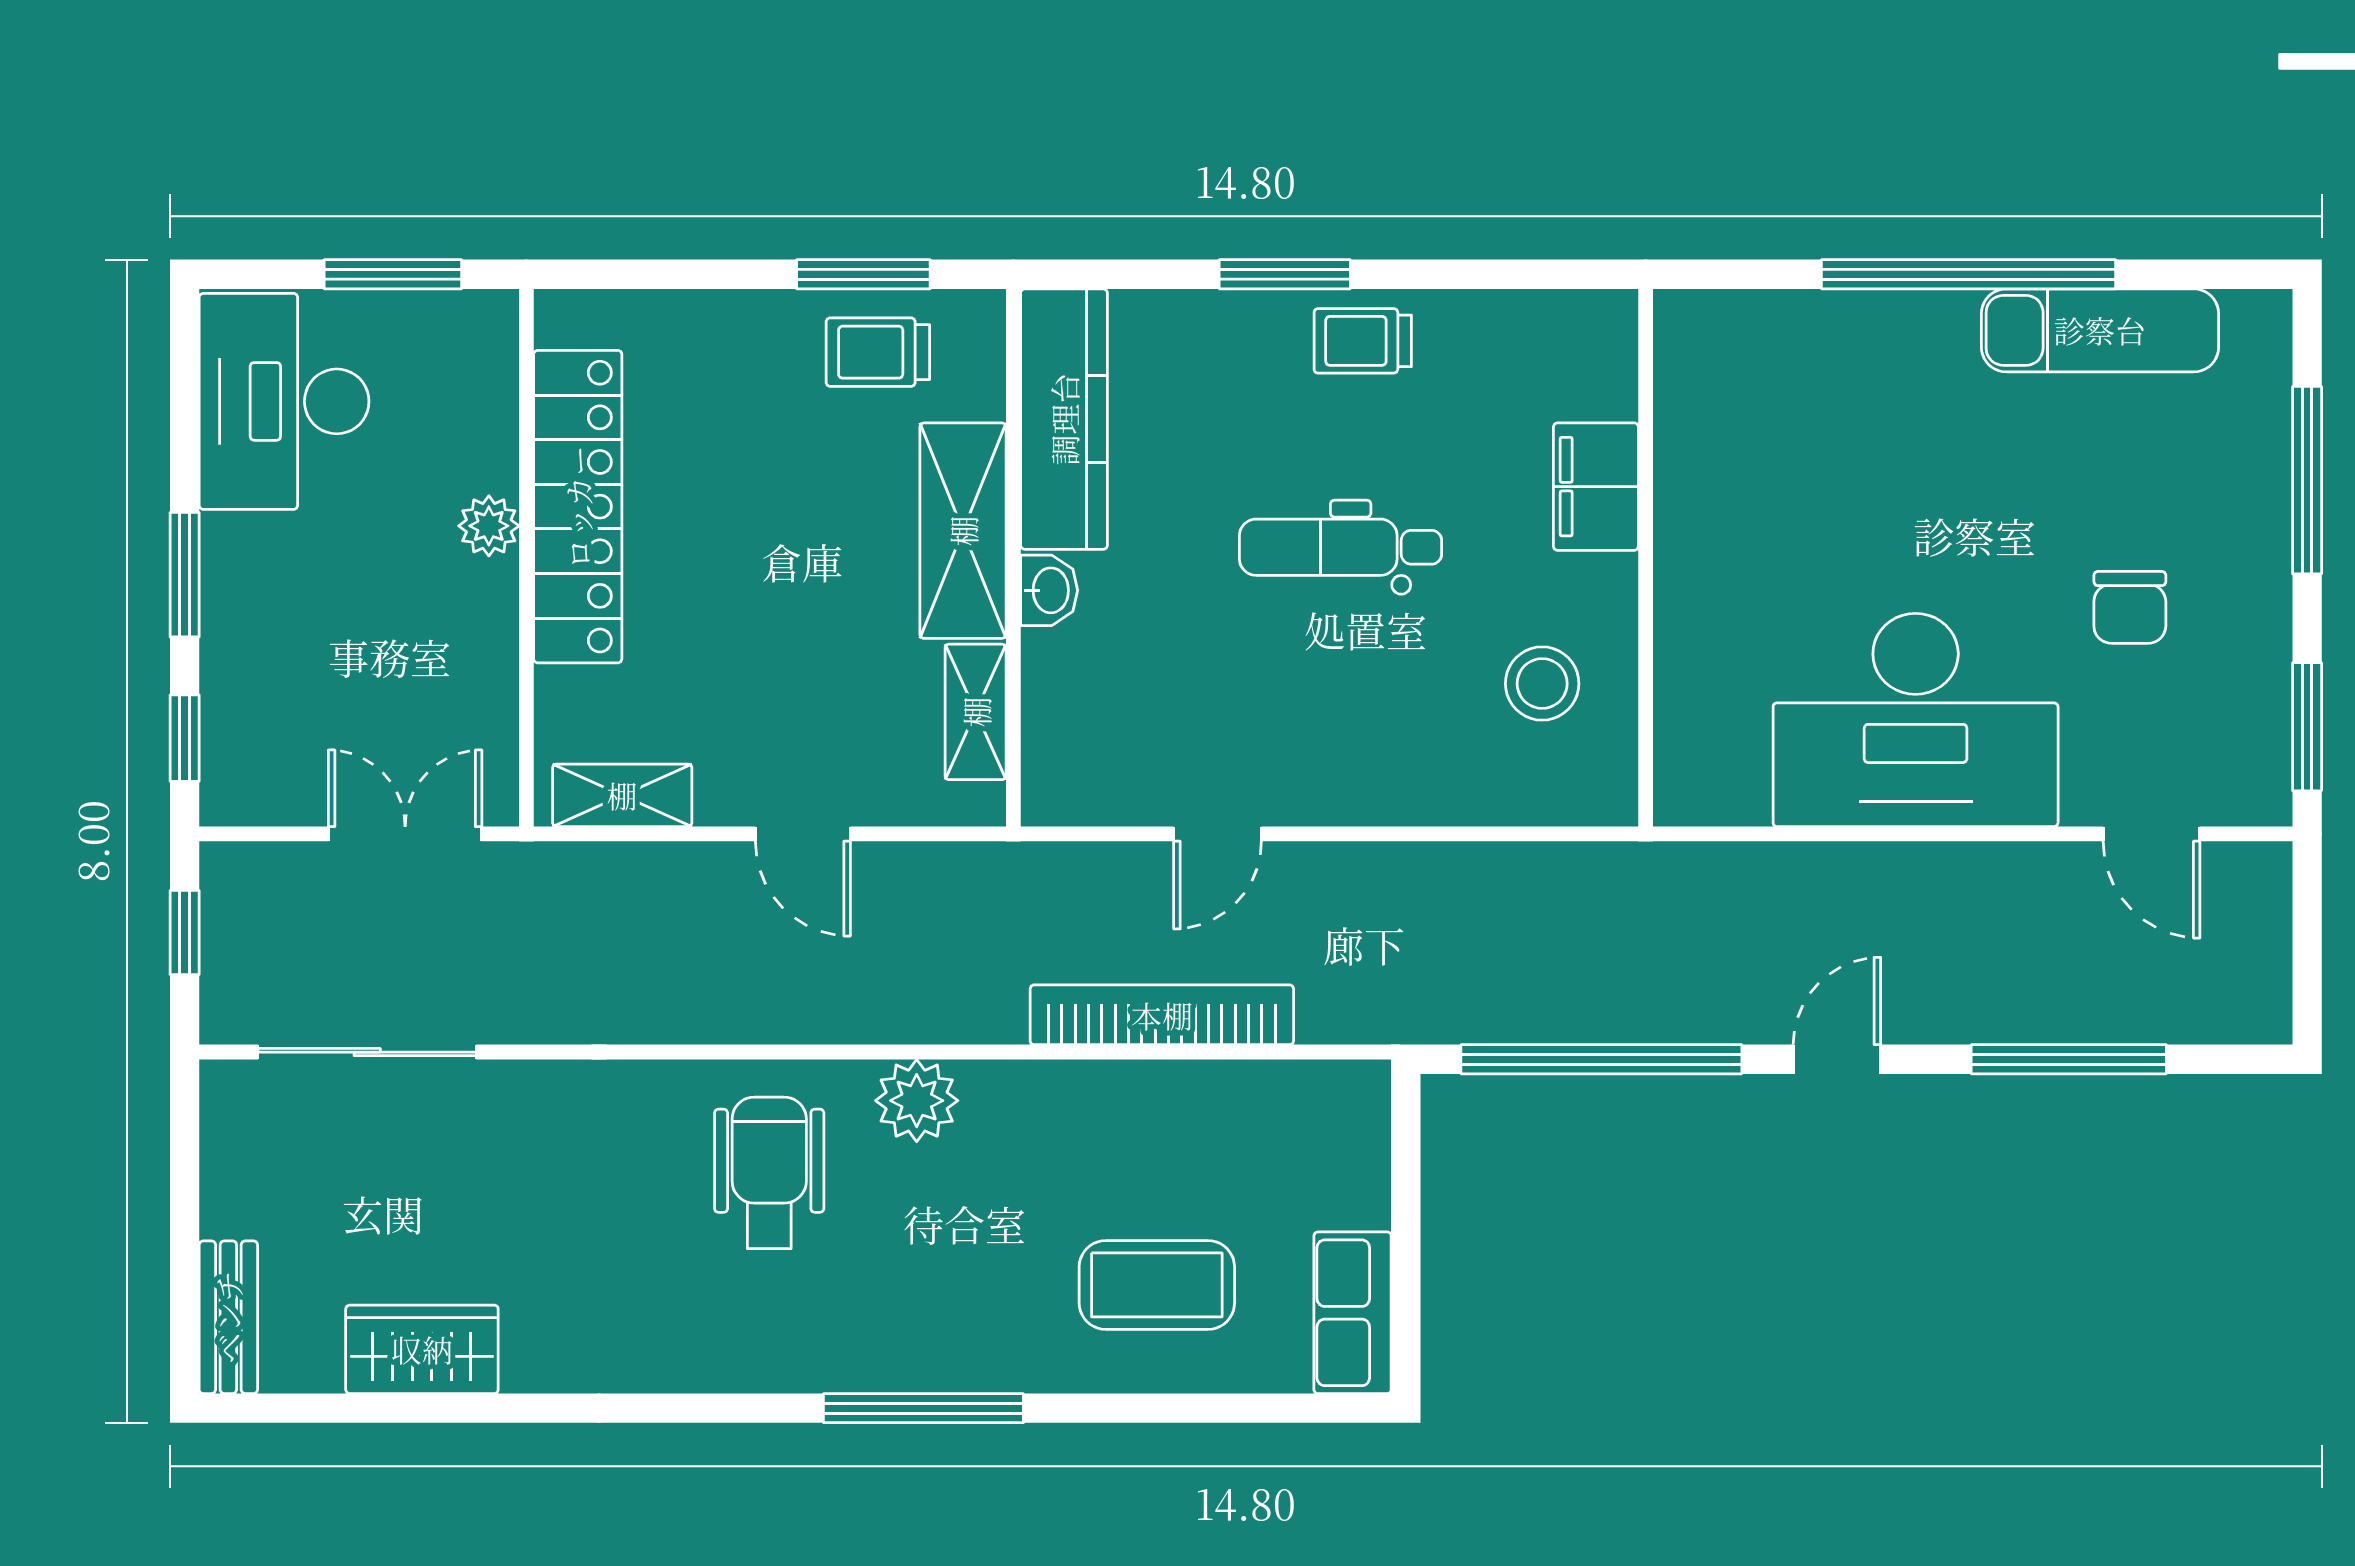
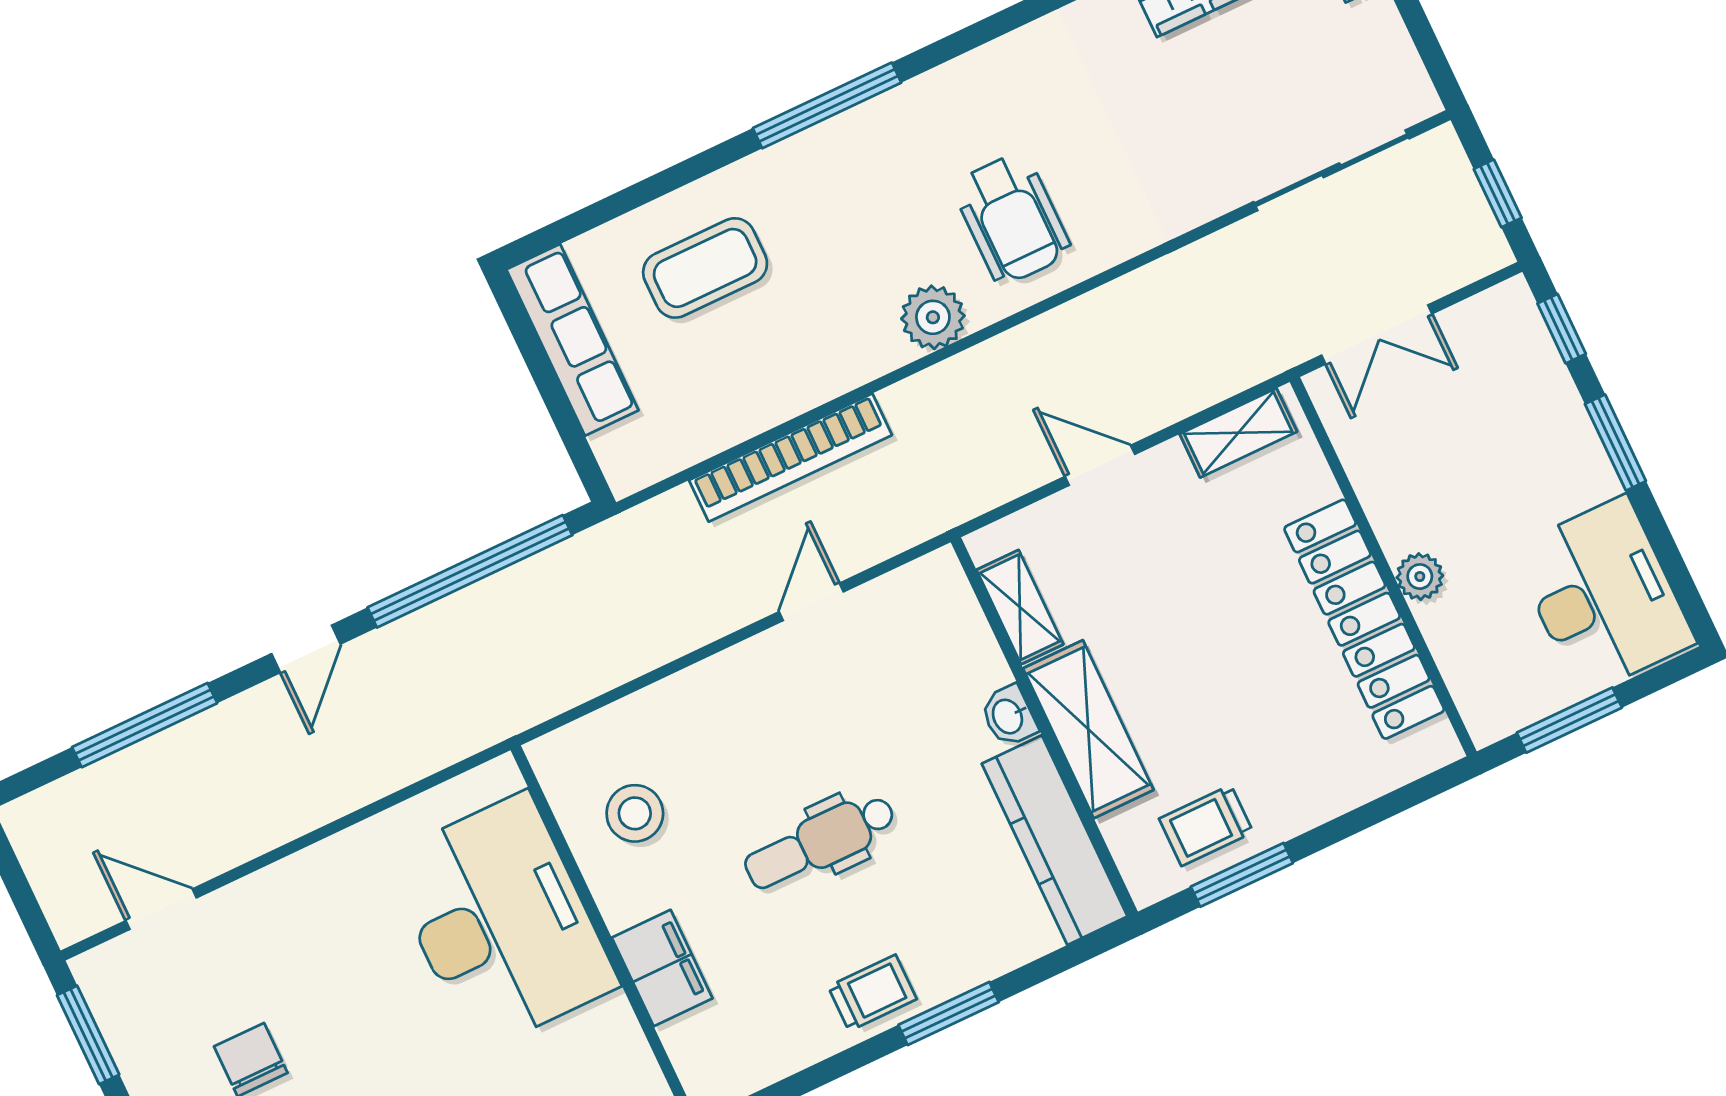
trolley: (878, 352) -> (1206, 825), turned 180
dental chair: (1341, 547) -> (820, 842), turned 180
desk: (1916, 720) -> (501, 922), moved, turned 90
row of seats: (1353, 1313) -> (572, 340), width x1.48

